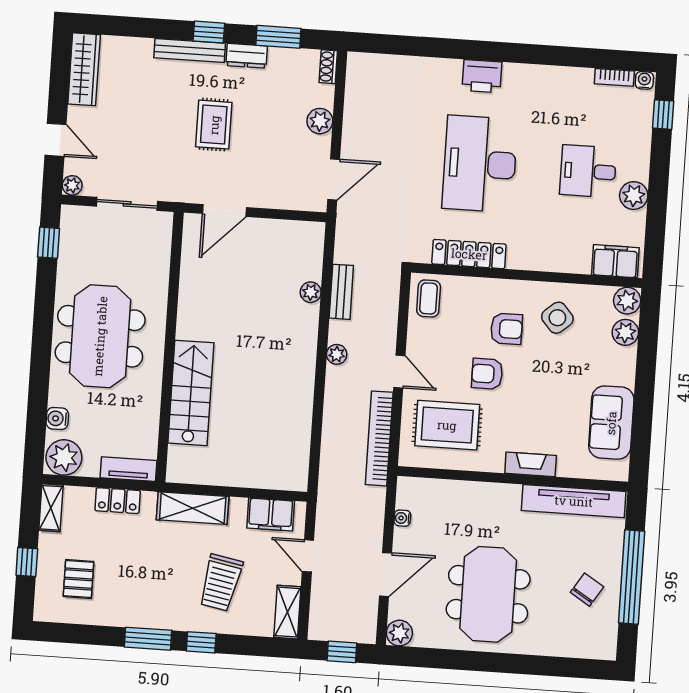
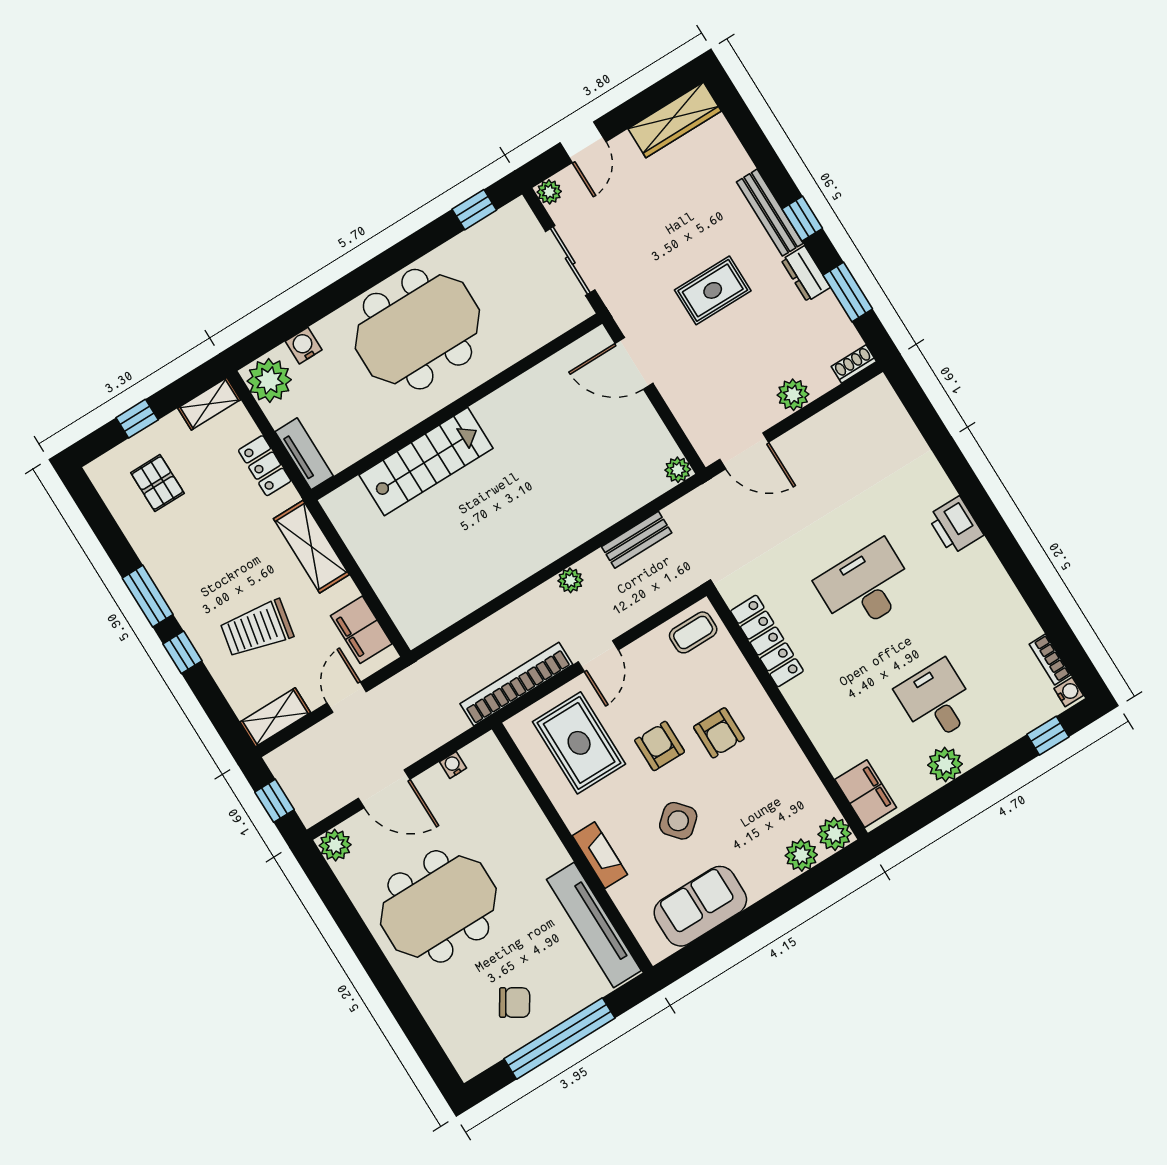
desk: (480, 164) -> (866, 587), width x0.73, depth x0.77
plant: (311, 292) -> (678, 470), moved
side table: (557, 318) -> (678, 821), moved
pallet: (78, 579) -> (157, 483), turned 90

